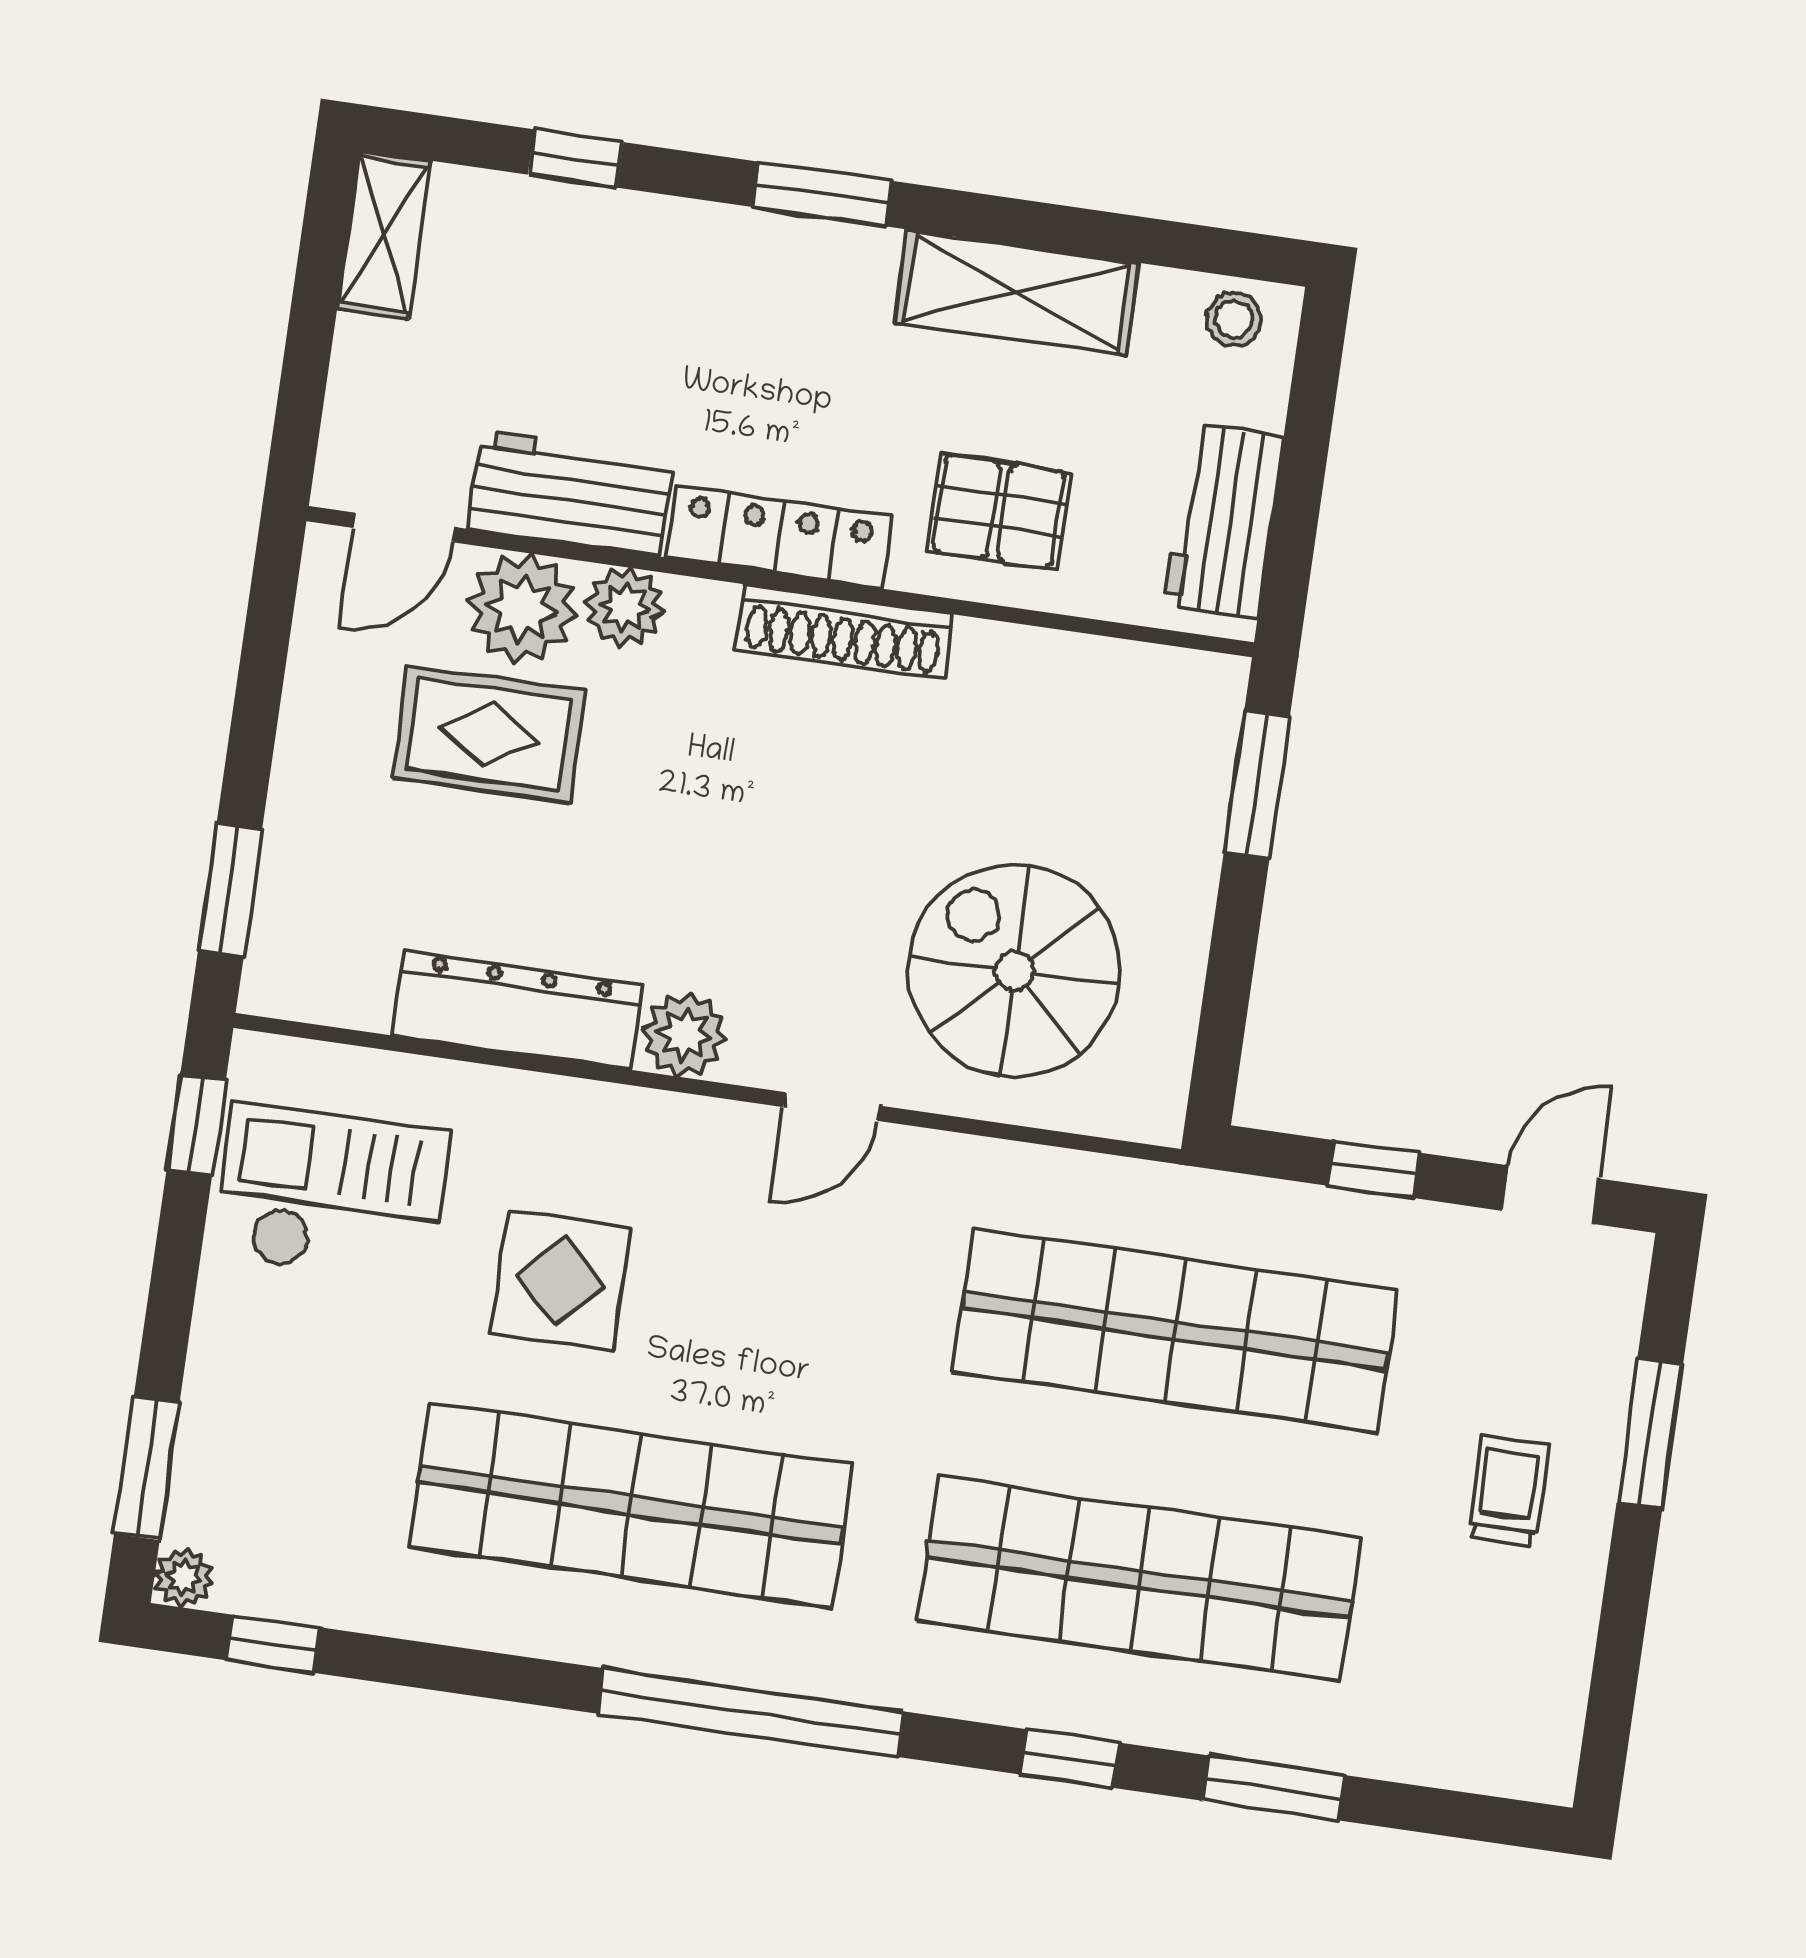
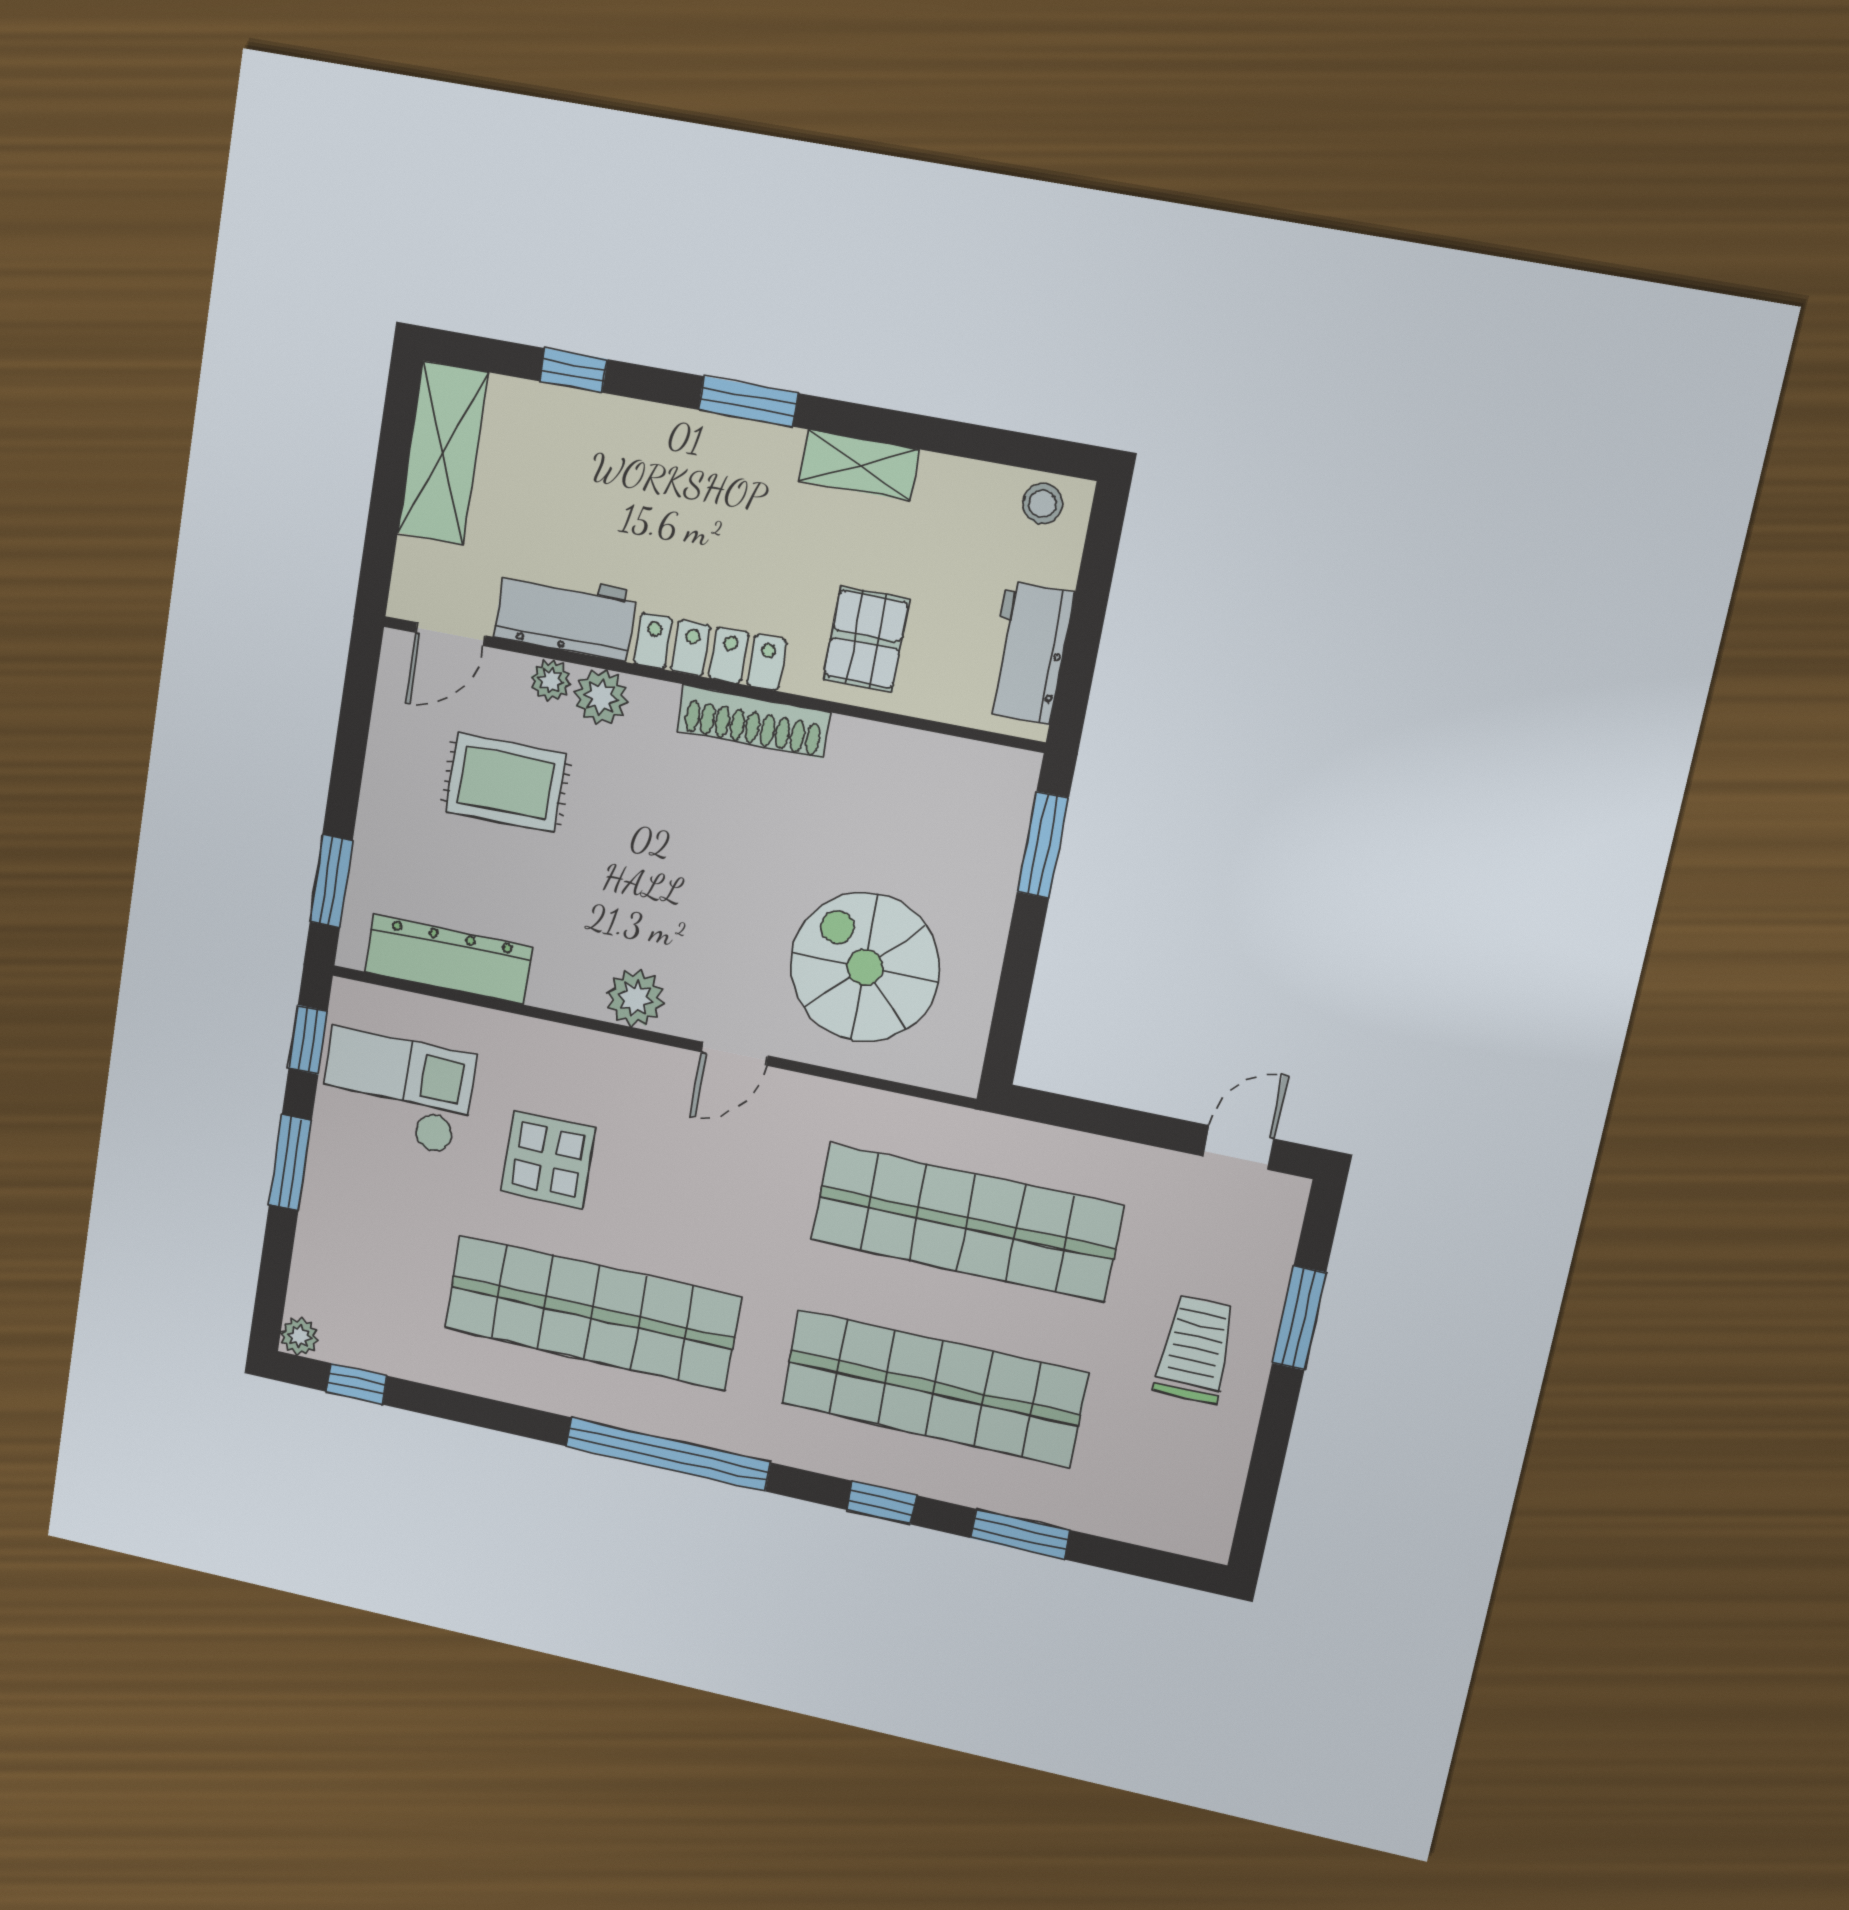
shelving: (384, 235) -> (443, 453), width x1.50, depth x1.33
shelving: (1017, 292) -> (859, 465), width x0.67, depth x0.75
pallet: (999, 511) -> (866, 639), turned 90
plant: (522, 608) -> (551, 680), width x0.53, depth x0.53
dresser: (517, 1010) -> (449, 959), moved
window: (1373, 1169) -> (1112, 1121), removed
window: (147, 1468) -> (290, 1163), moved
trolley: (1508, 1491) -> (1195, 1350), width x1.36, depth x1.39

